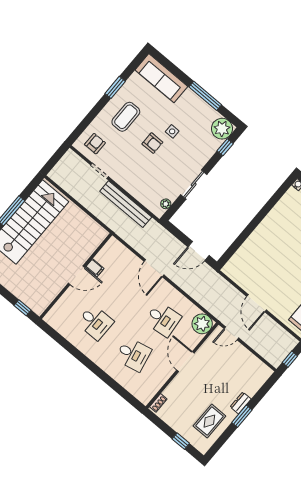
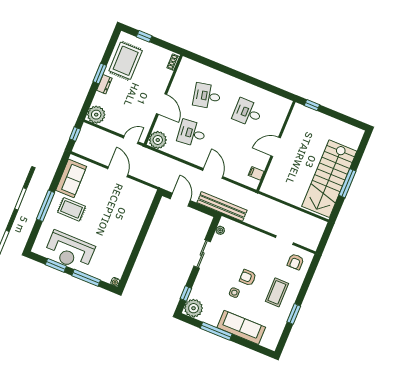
sofa: (161, 78) -> (241, 327), moved
bench: (126, 204) -> (222, 206), moved
door: (198, 251) -> (180, 200), hinge flipped
filing cabinet: (95, 268) -> (256, 173), moved
plant: (260, 373) -> (96, 115), added
rug: (209, 421) -> (126, 61), width x1.36, depth x1.43

